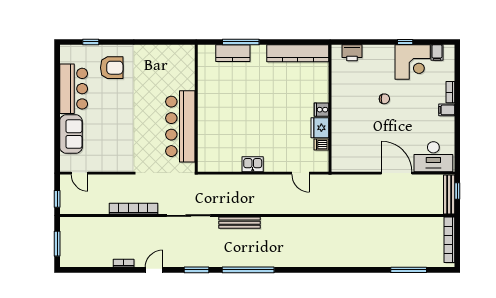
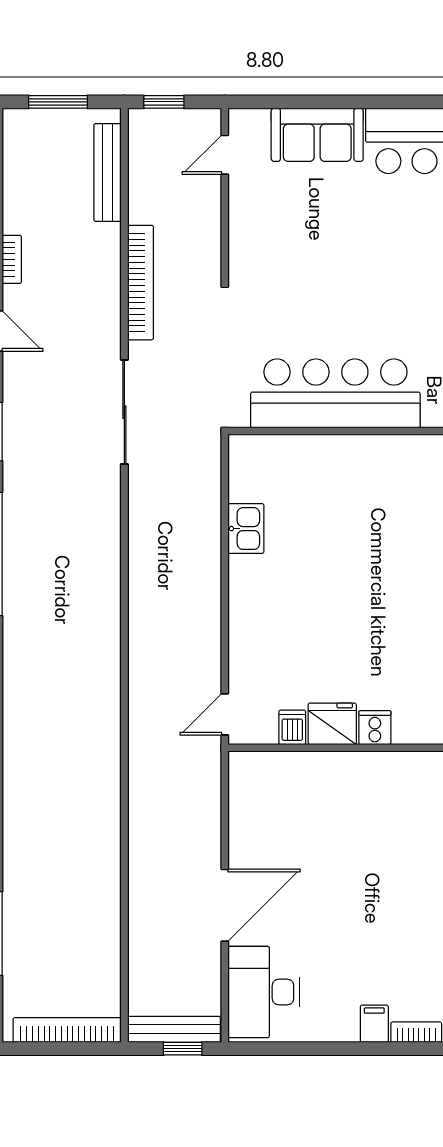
chair: (384, 99) -> (401, 876), removed
kitchen sink: (253, 164) -> (246, 529), moved
door: (301, 173) -> (225, 714), moved
bench: (239, 223) -> (108, 172), moved

